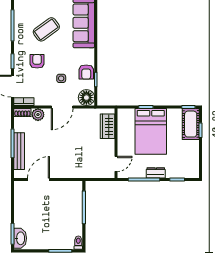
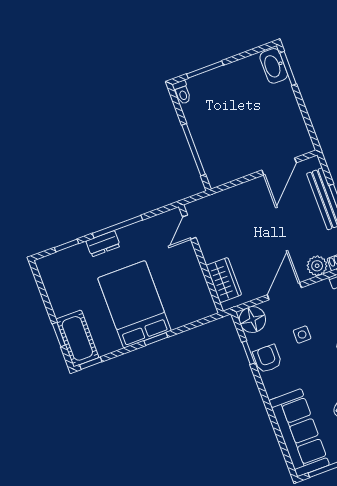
wardrobe: (107, 126) -> (224, 280), moved
wall: (116, 143) -> (201, 259), moved
door: (116, 164) -> (189, 227), moved

